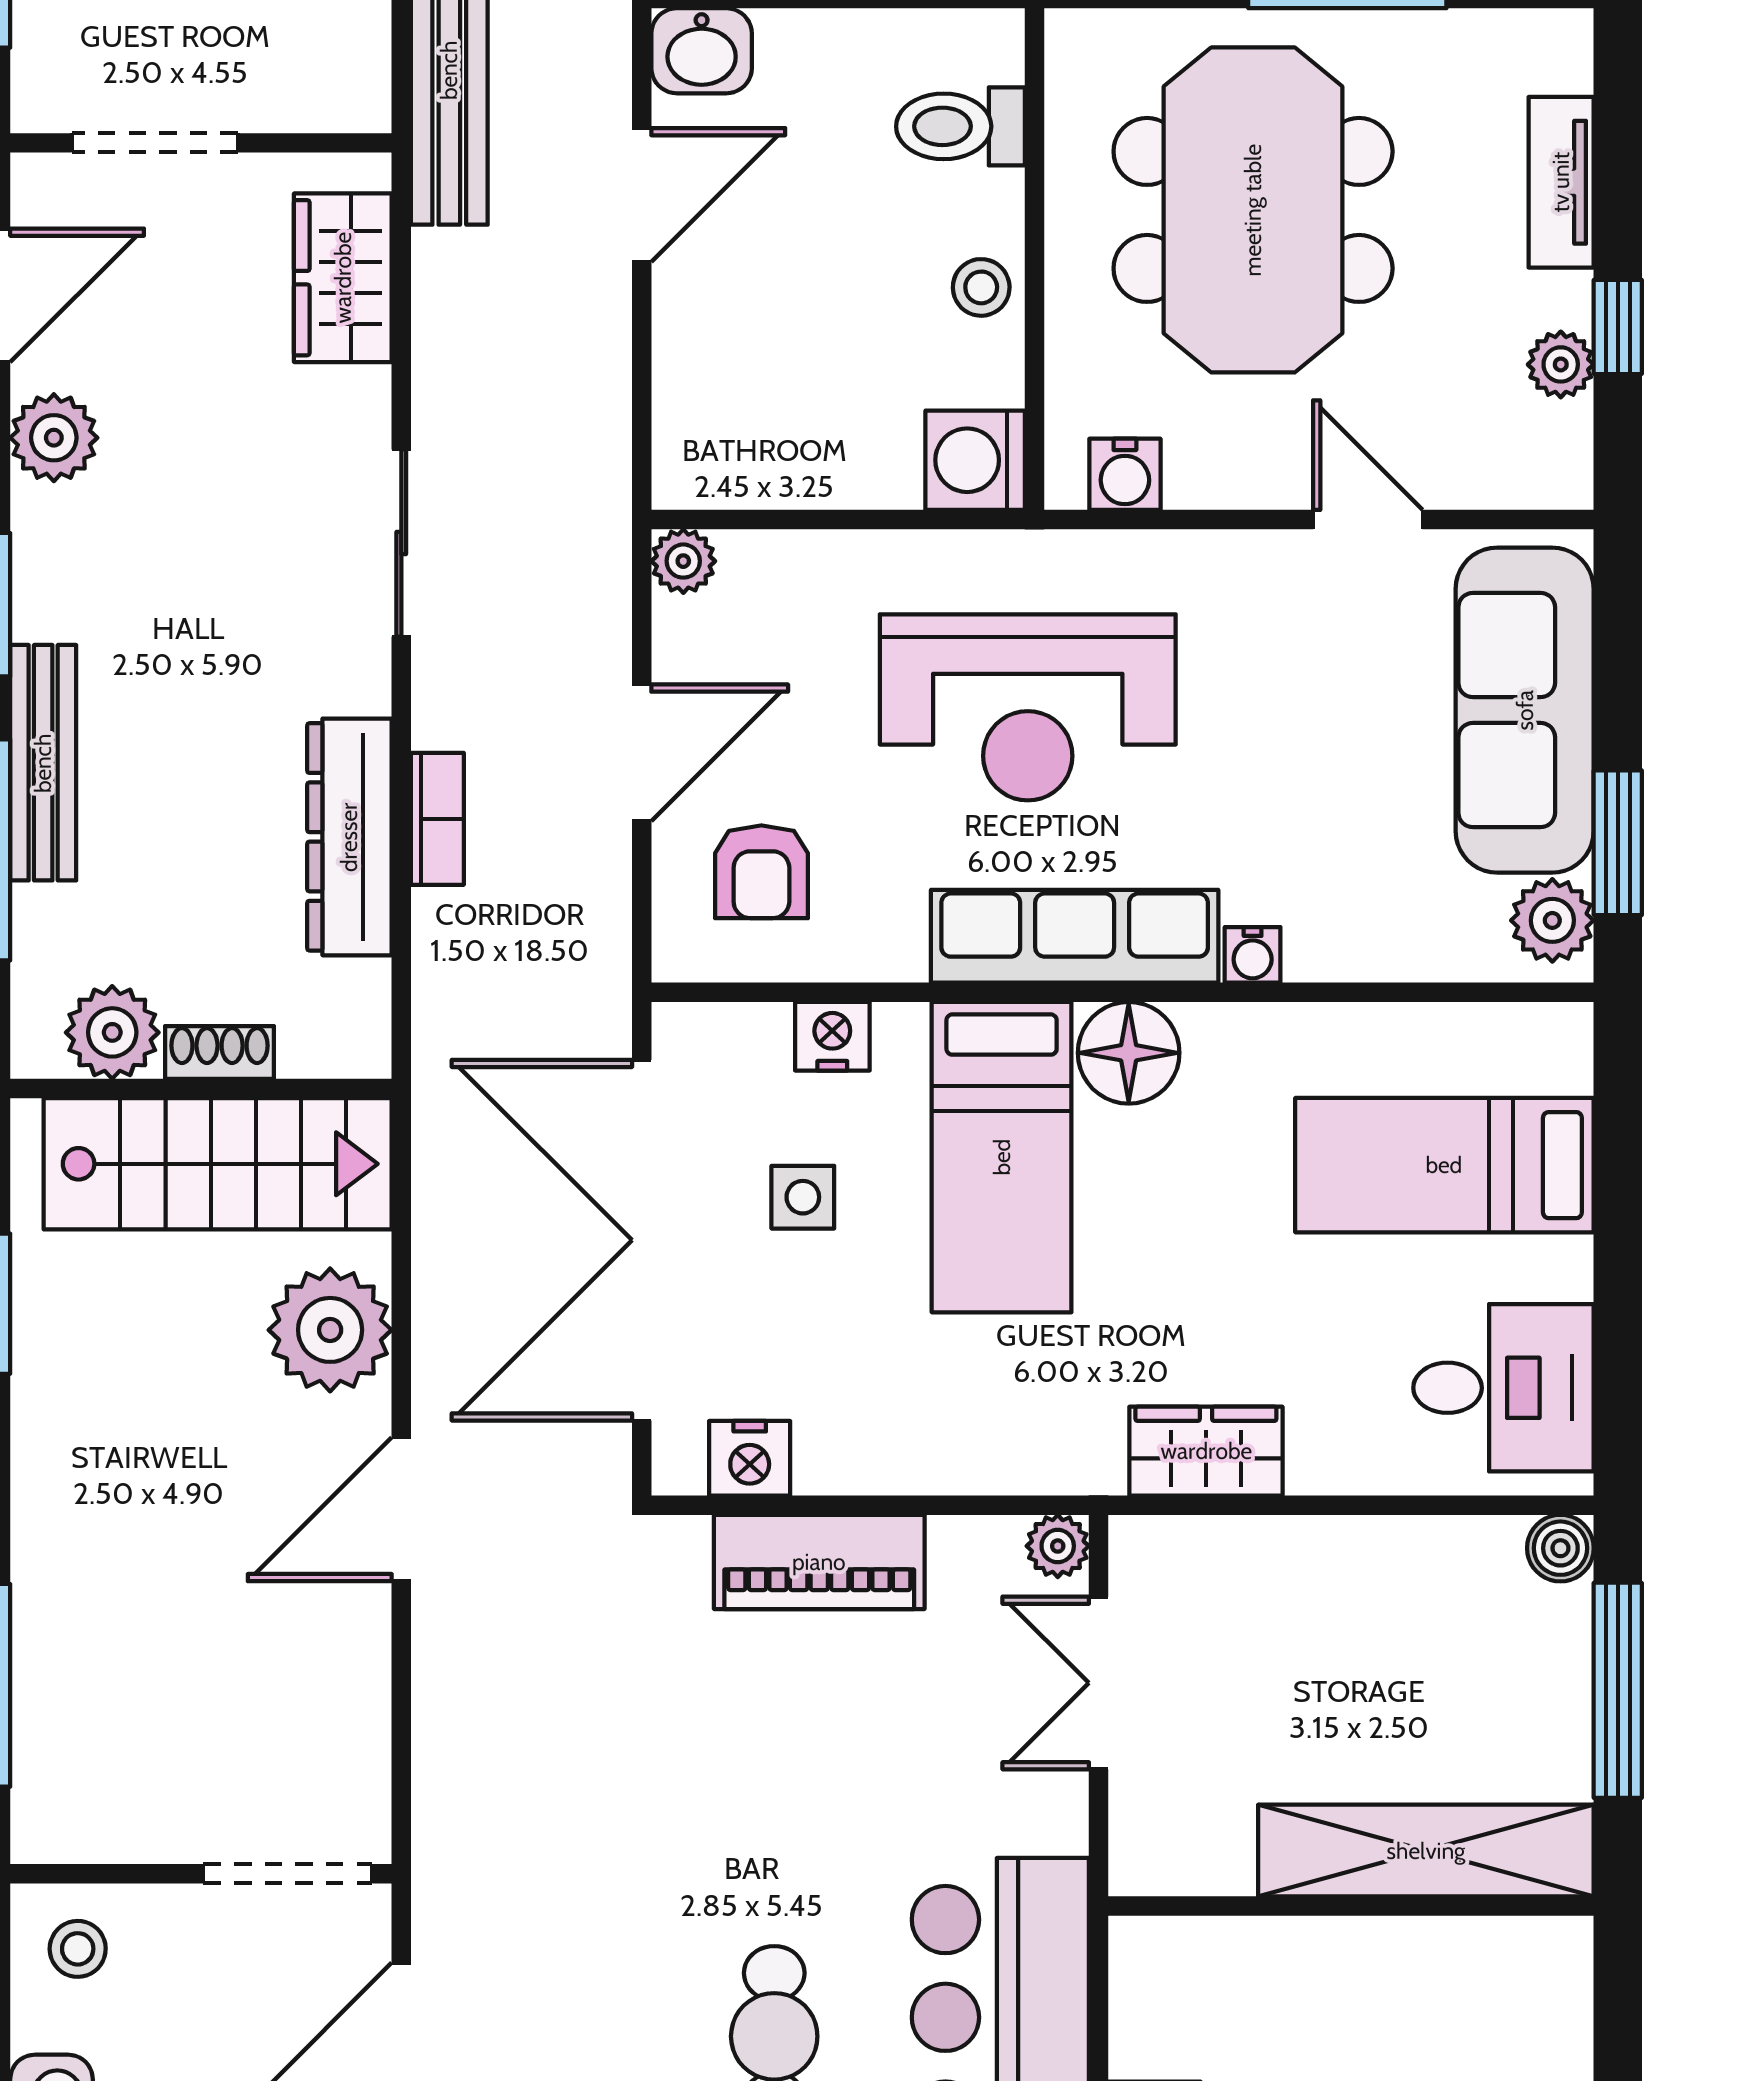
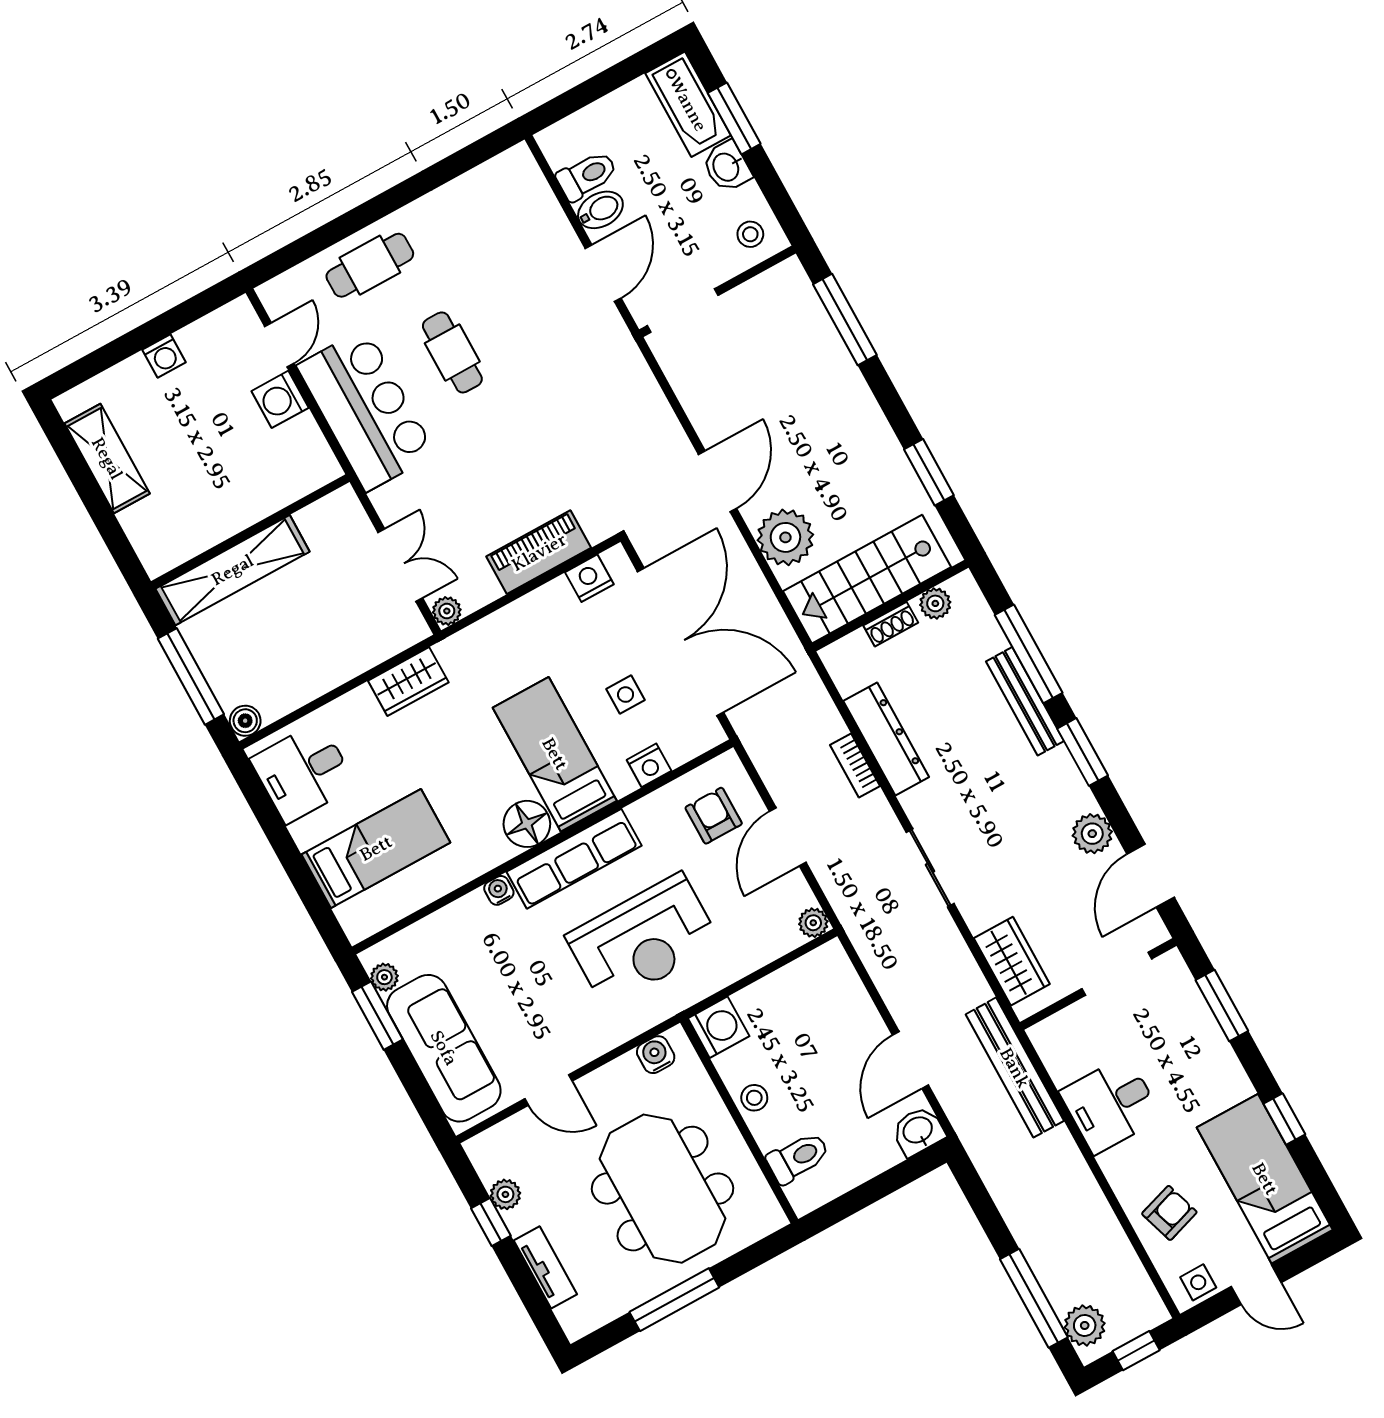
reception desk: (1028, 707) -> (643, 940), turned 180
plant: (1552, 920) -> (384, 977), width x0.73, depth x0.73
plant: (112, 1032) -> (935, 603), width x0.73, depth x0.73

